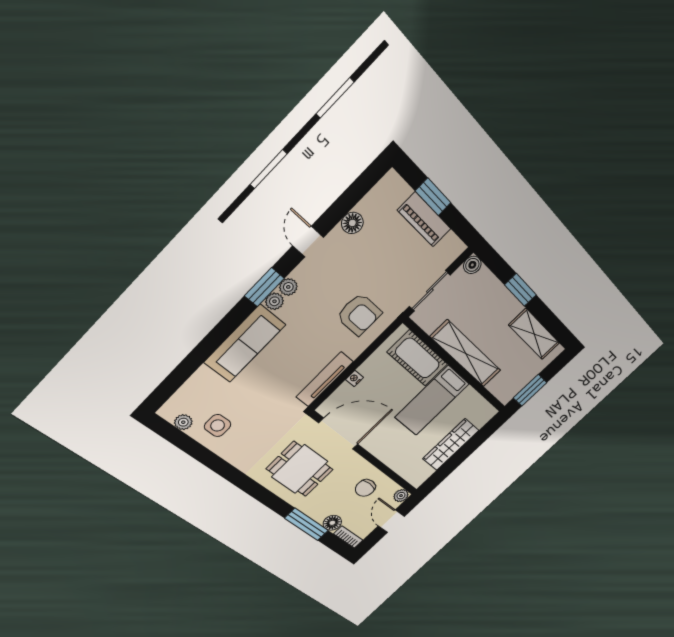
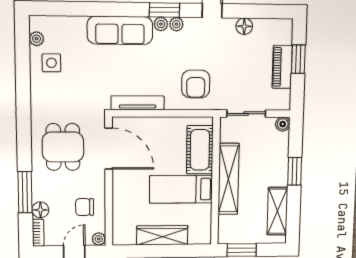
nightstand: (355, 379) -> (154, 122), removed

